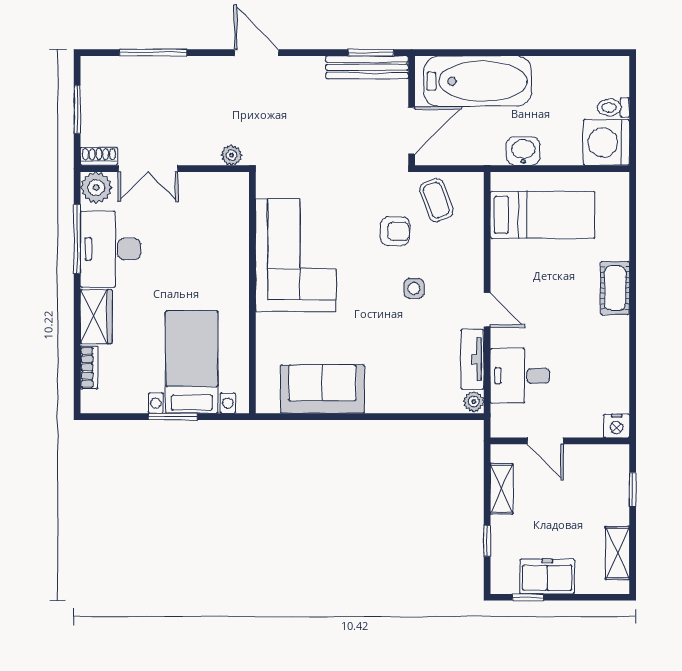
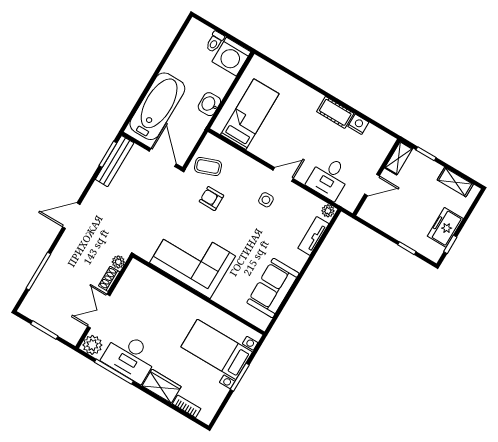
shoe rack: (99, 156) -> (109, 279), moved
double door: (148, 169) -> (99, 311), swing flipped
armchair: (395, 231) -> (211, 199), turned -90
side table: (414, 288) -> (266, 200), moved
cot: (615, 288) -> (335, 112), moved
tv unit: (472, 359) -> (313, 236), moved, turned 90
nightstand: (617, 426) -> (358, 124), moved, turned -90
shelving: (502, 489) -> (399, 158), moved, turned 90

